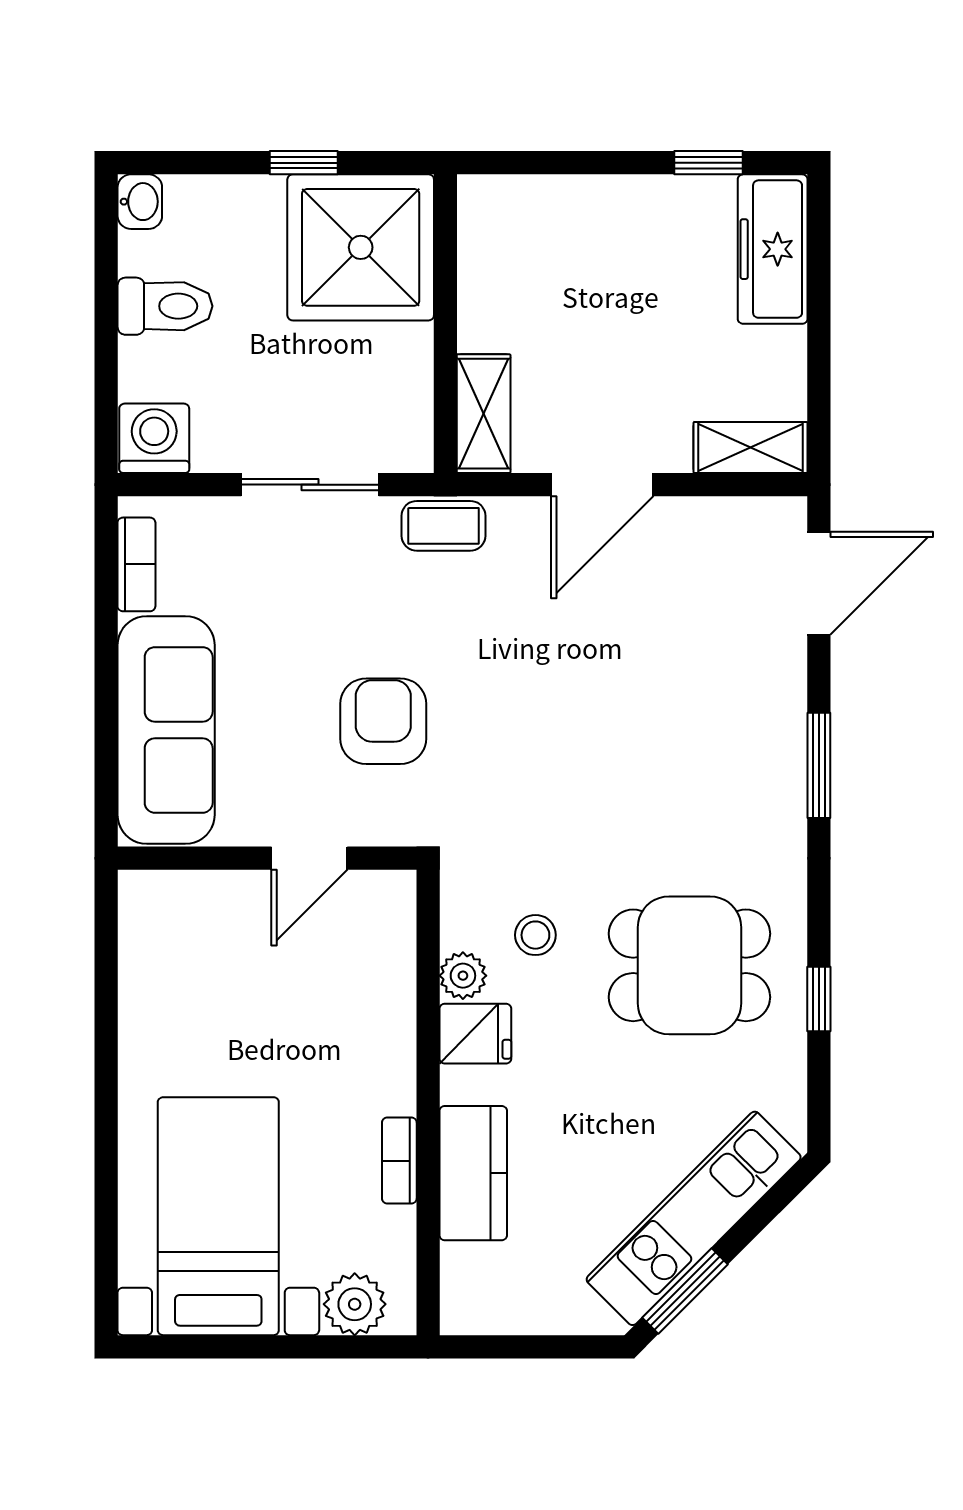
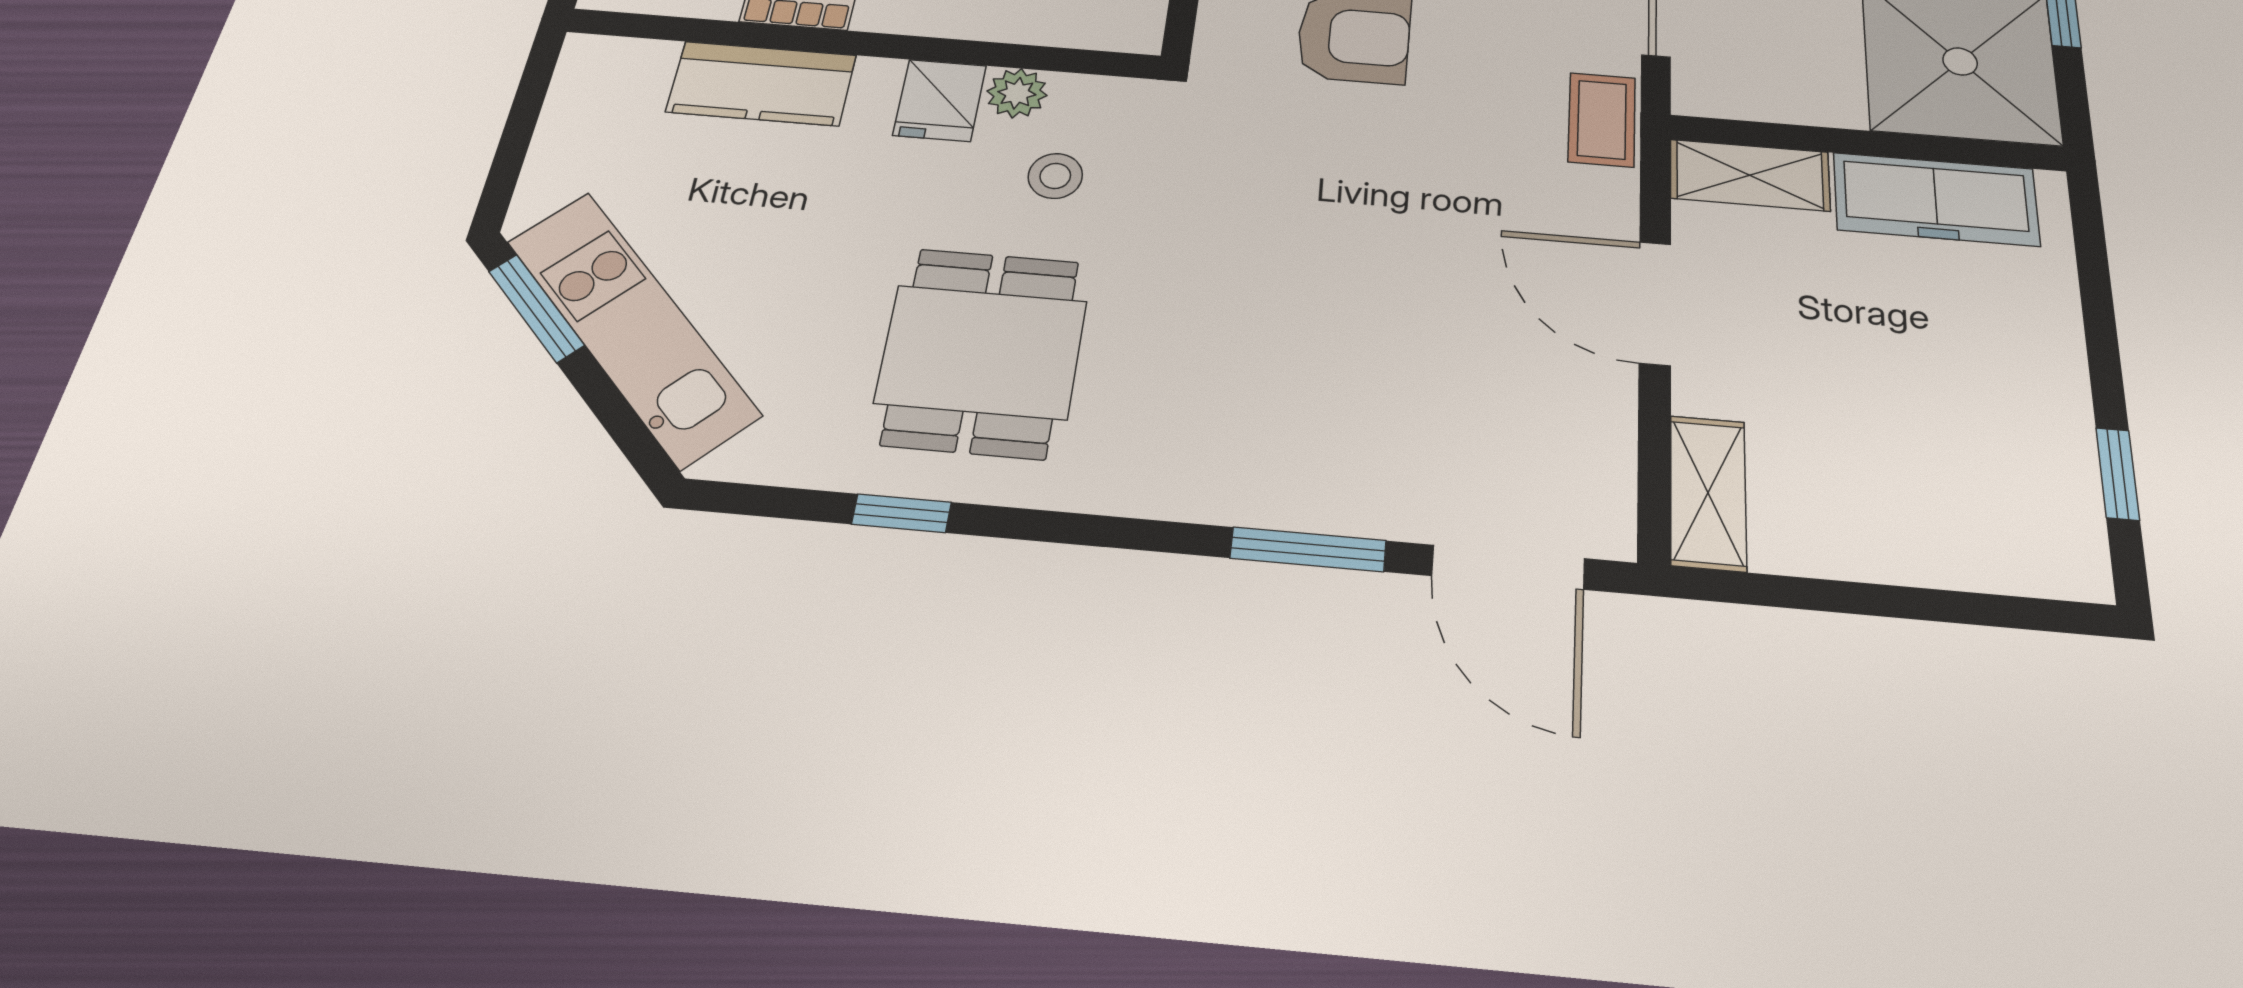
freezer: (773, 249) -> (1936, 199), moved, turned 180
window: (819, 765) -> (1308, 549), moved

